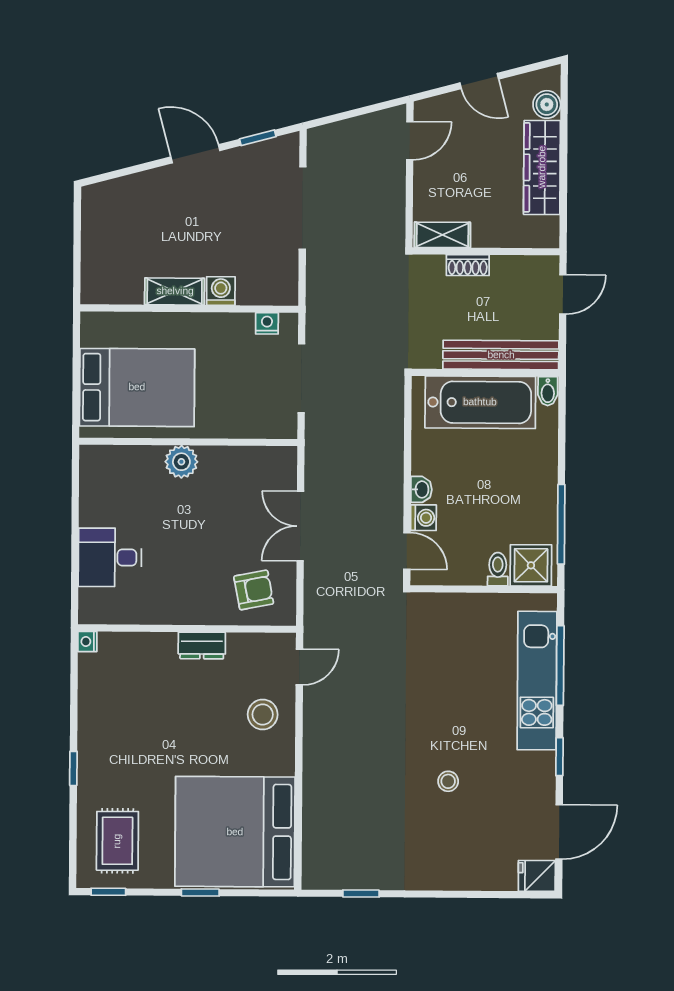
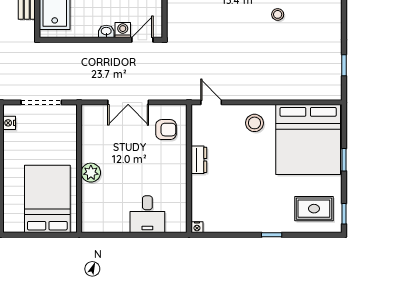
armchair: (254, 590) -> (166, 130), turned 101
stool: (263, 714) -> (255, 123), moved

